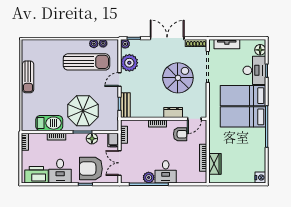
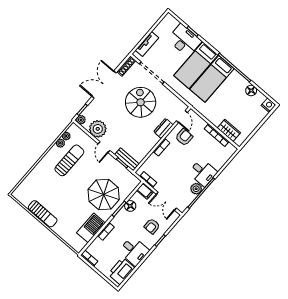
floor lamp: (260, 50) -> (251, 91), moved
sun lounger: (87, 62) -> (69, 160), width x0.73, depth x0.75
armchair: (91, 169) -> (152, 226), width x0.53, depth x0.53

